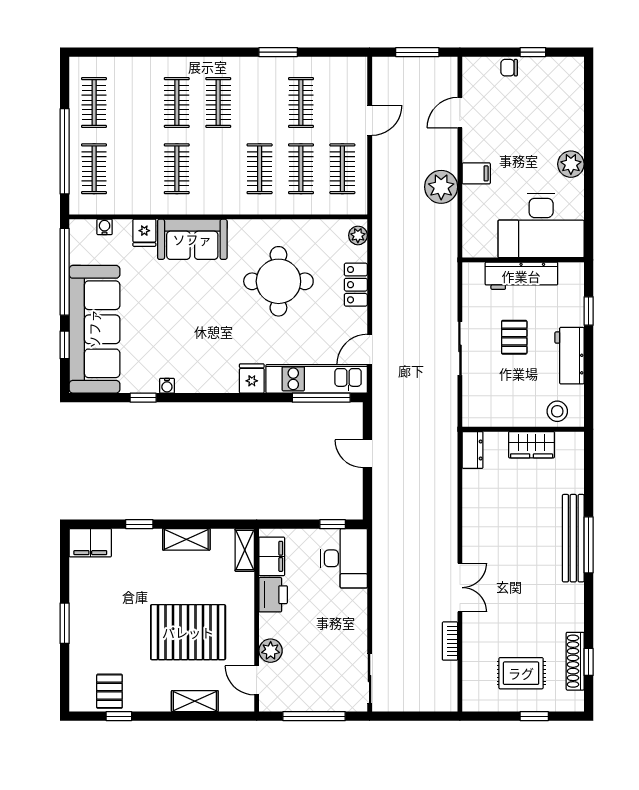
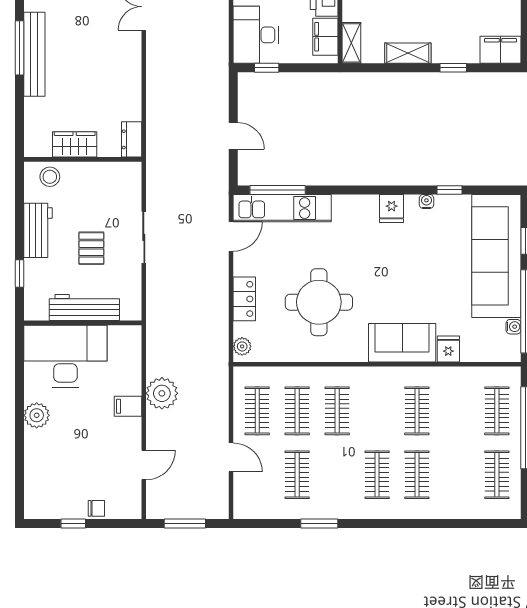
door: (370, 120) -> (231, 457), swing flipped
water cooler: (105, 227) -> (513, 327), moved, turned -90
fridge: (252, 378) -> (392, 208), moved

